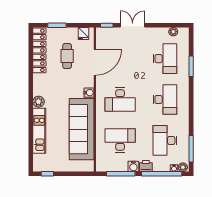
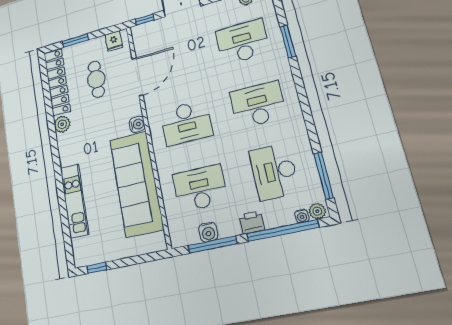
desk: (165, 59) -> (243, 42), turned -90
desk: (165, 100) -> (258, 105), turned -90
plant: (38, 102) -> (62, 124), moved
water cooler: (133, 166) -> (208, 232), moved

